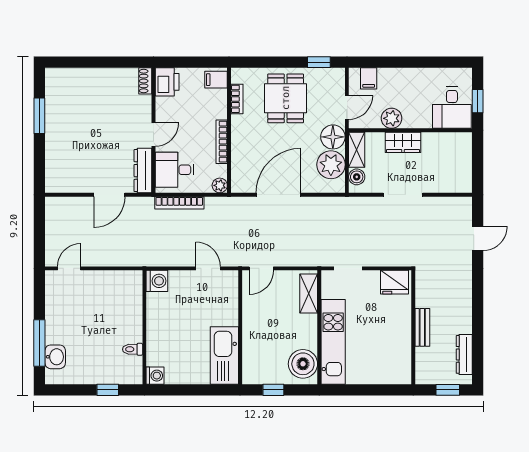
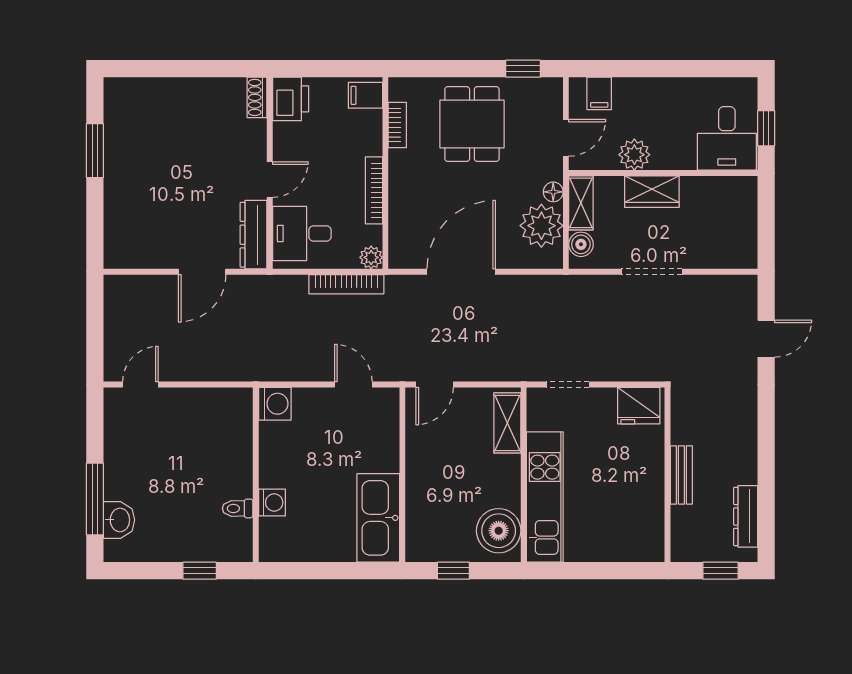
floor lamp: (333, 137) -> (553, 192), width x0.53, depth x0.53
bookcase: (179, 203) -> (346, 284), moved
washing machine: (155, 376) -> (272, 503), moved

